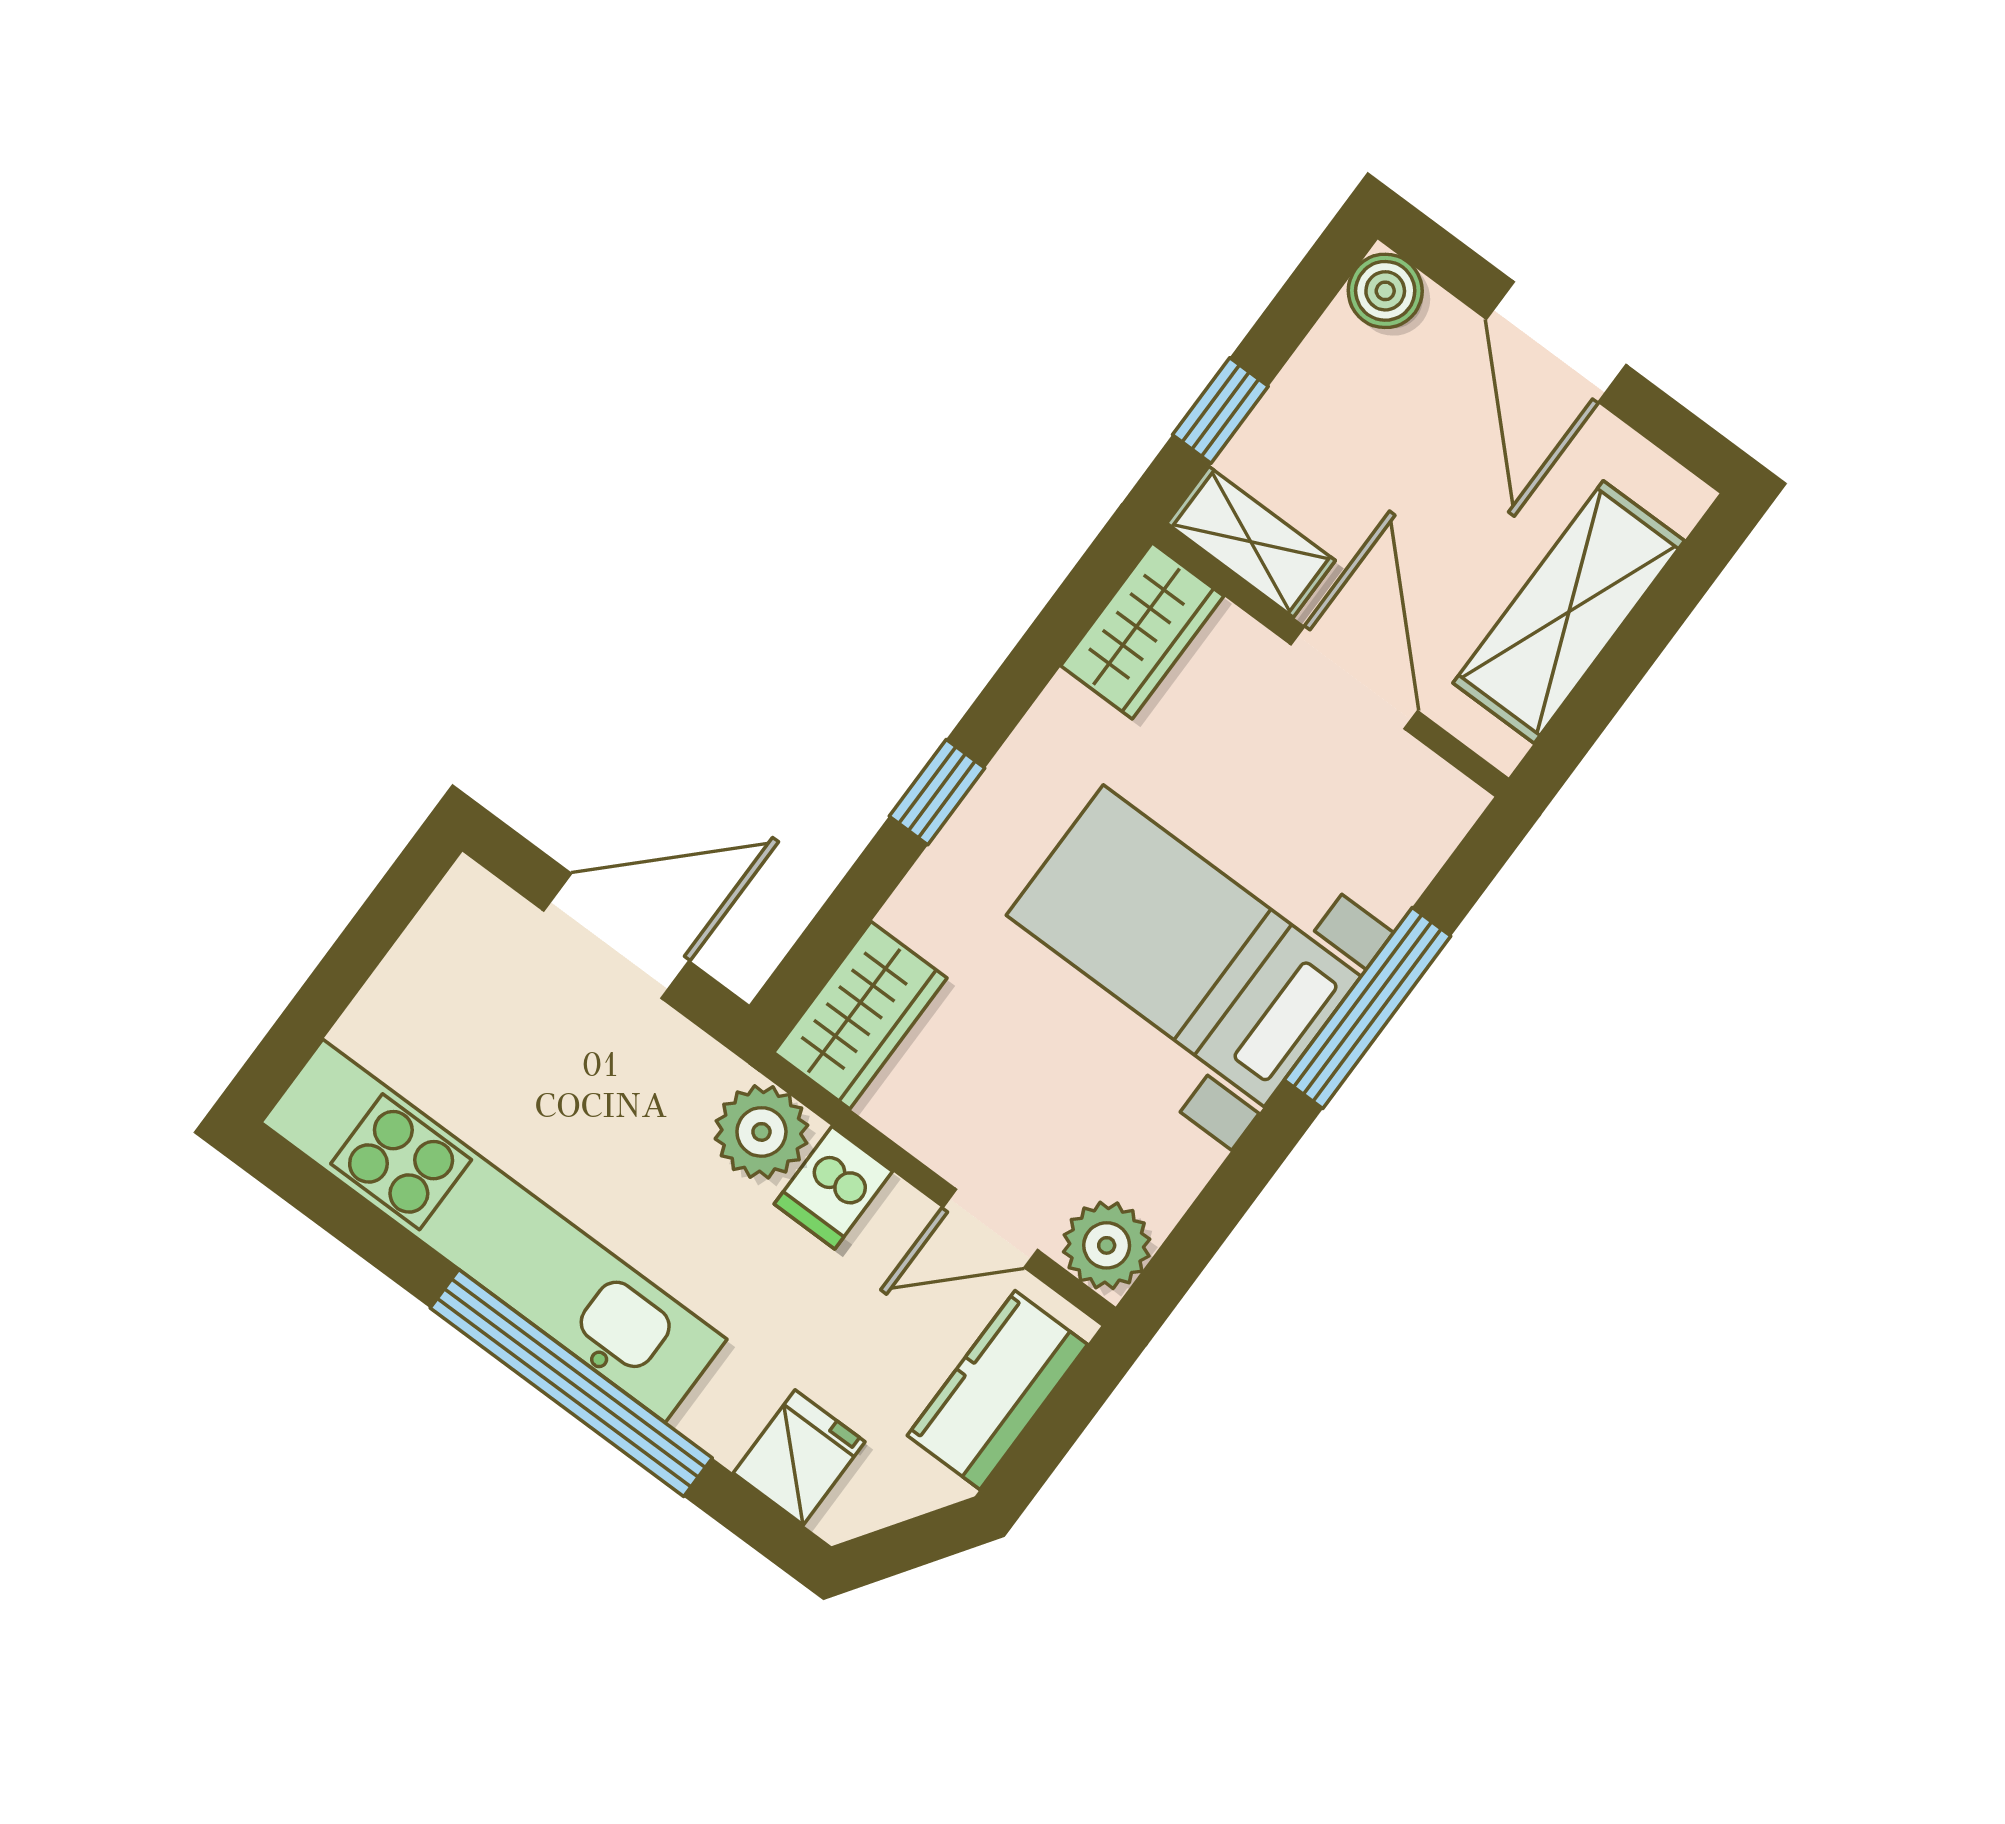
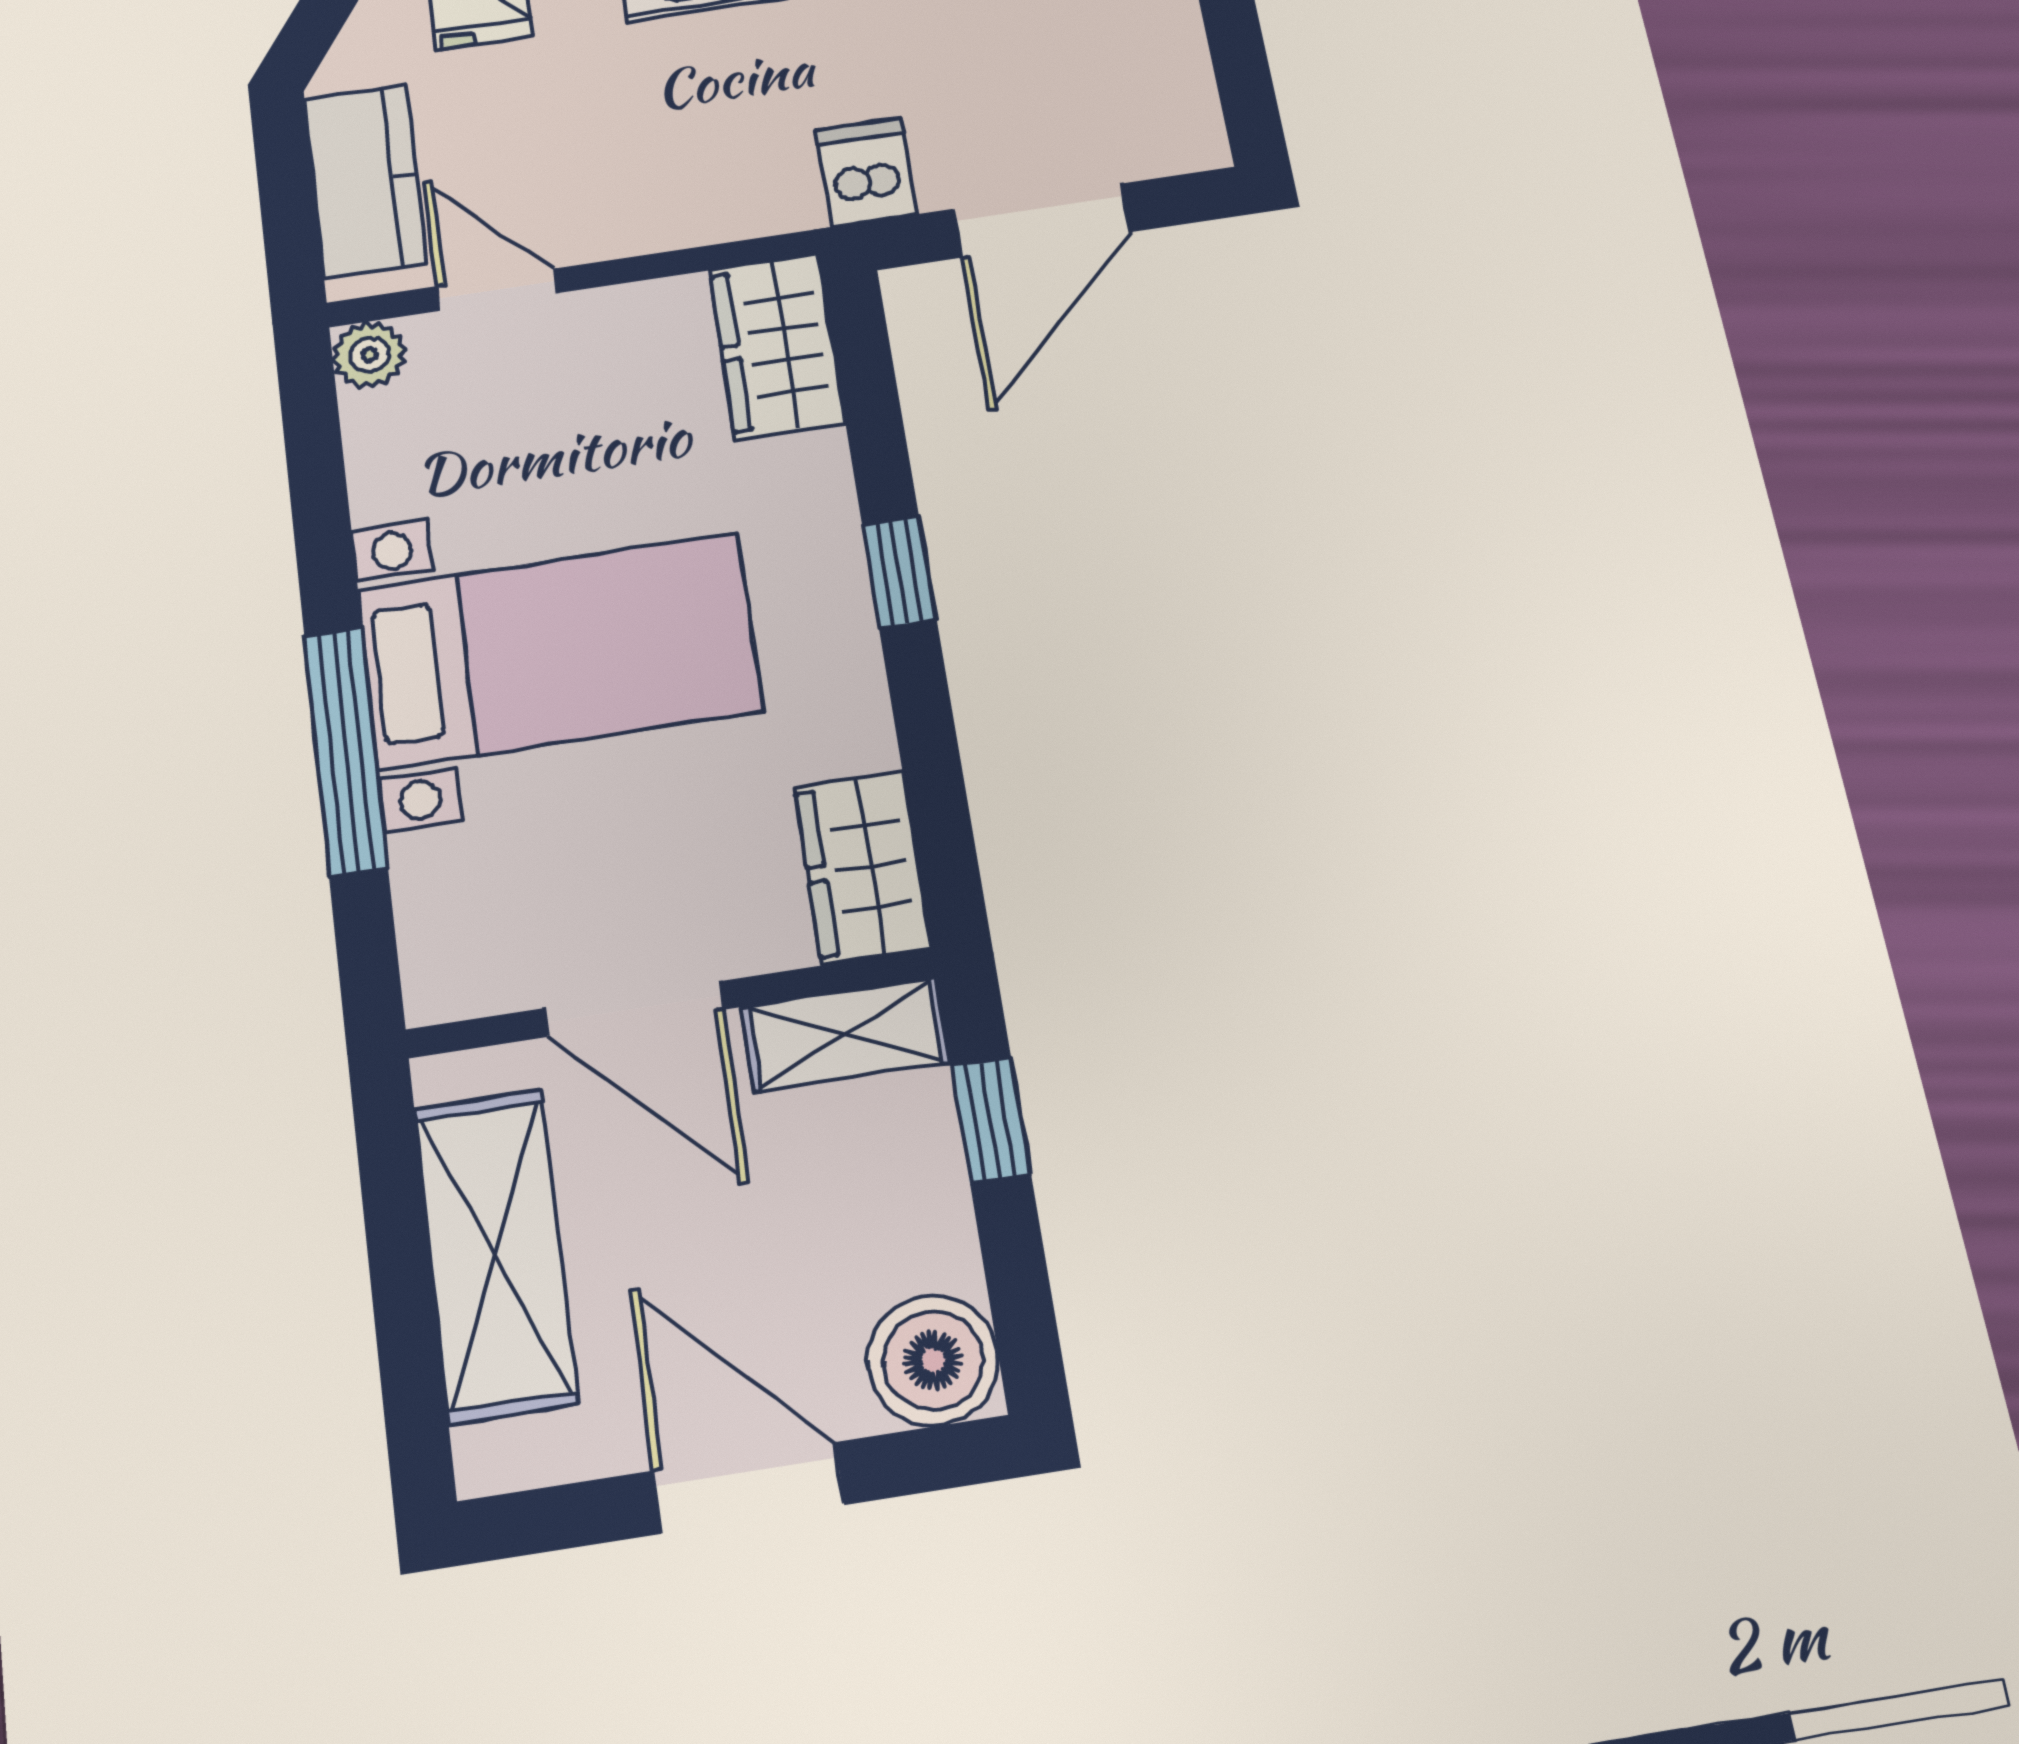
boiler: (1385, 291) -> (933, 1360), width x1.36, depth x1.36
plant: (761, 1132) -> (763, 189), removed
dishwasher: (833, 1188) -> (866, 172), moved
door: (990, 1228) -> (497, 290), hinge flipped
plant: (1107, 1245) -> (370, 355), width x0.73, depth x0.73

